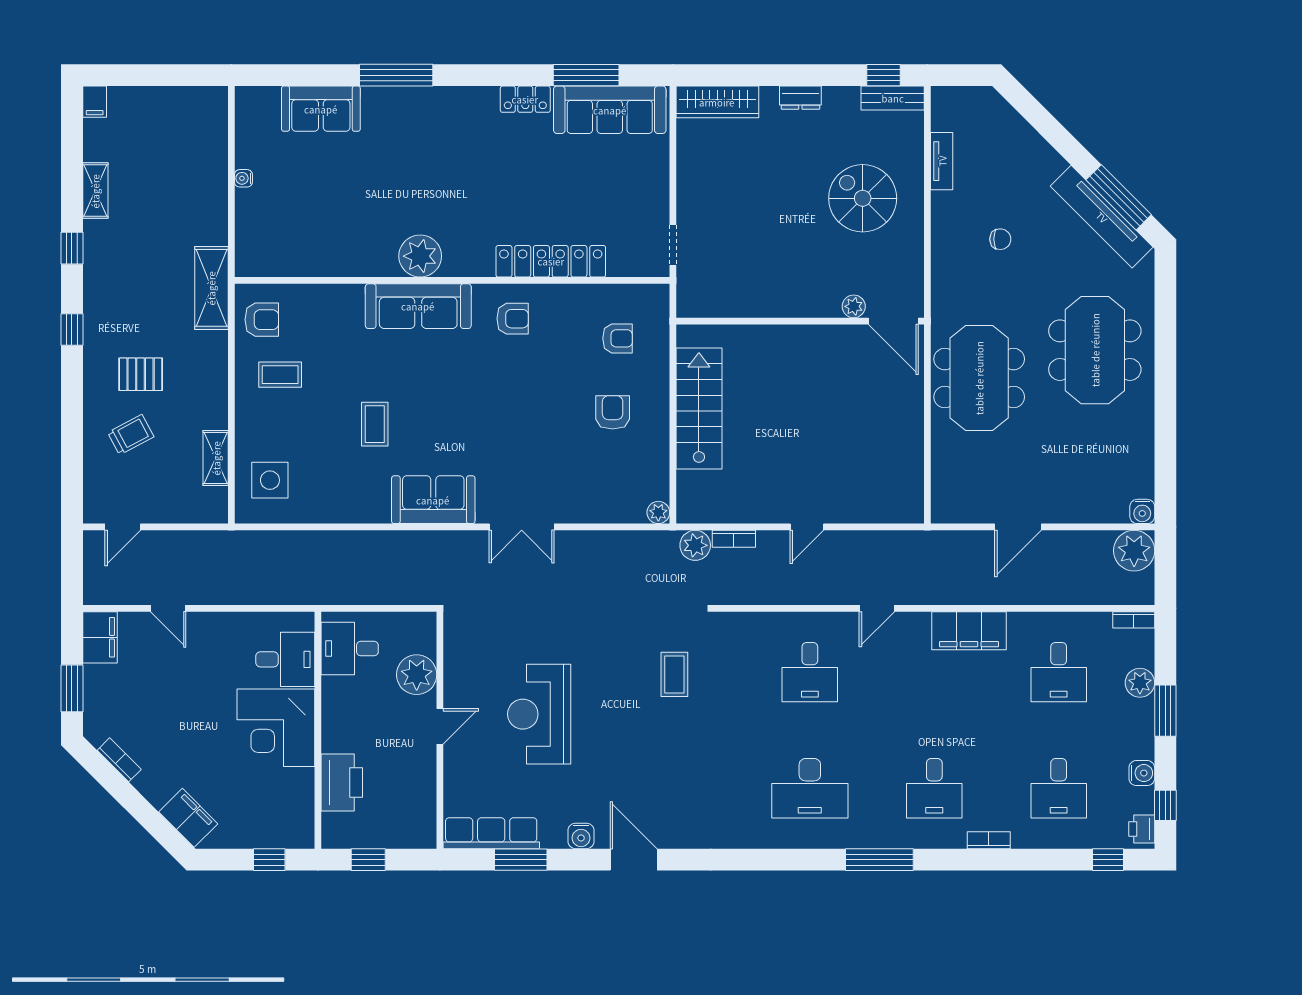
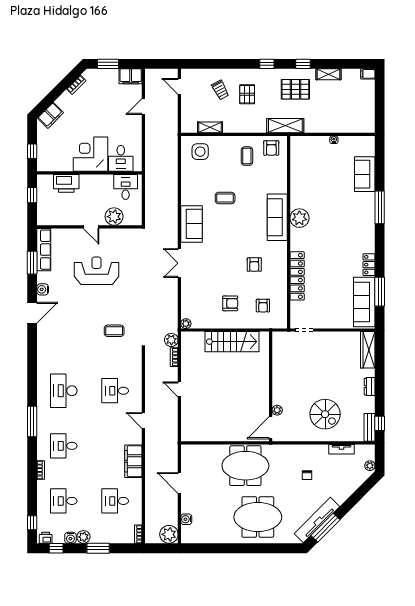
plant: (979, 97) -> (370, 466), added
spiral stairs: (863, 198) -> (325, 414), turned 90
pallet: (129, 265) -> (295, 89), added
armchair: (513, 319) -> (254, 265), moved
water cooler: (1142, 511) -> (186, 519), moved
plant: (1140, 683) -> (84, 537), moved

